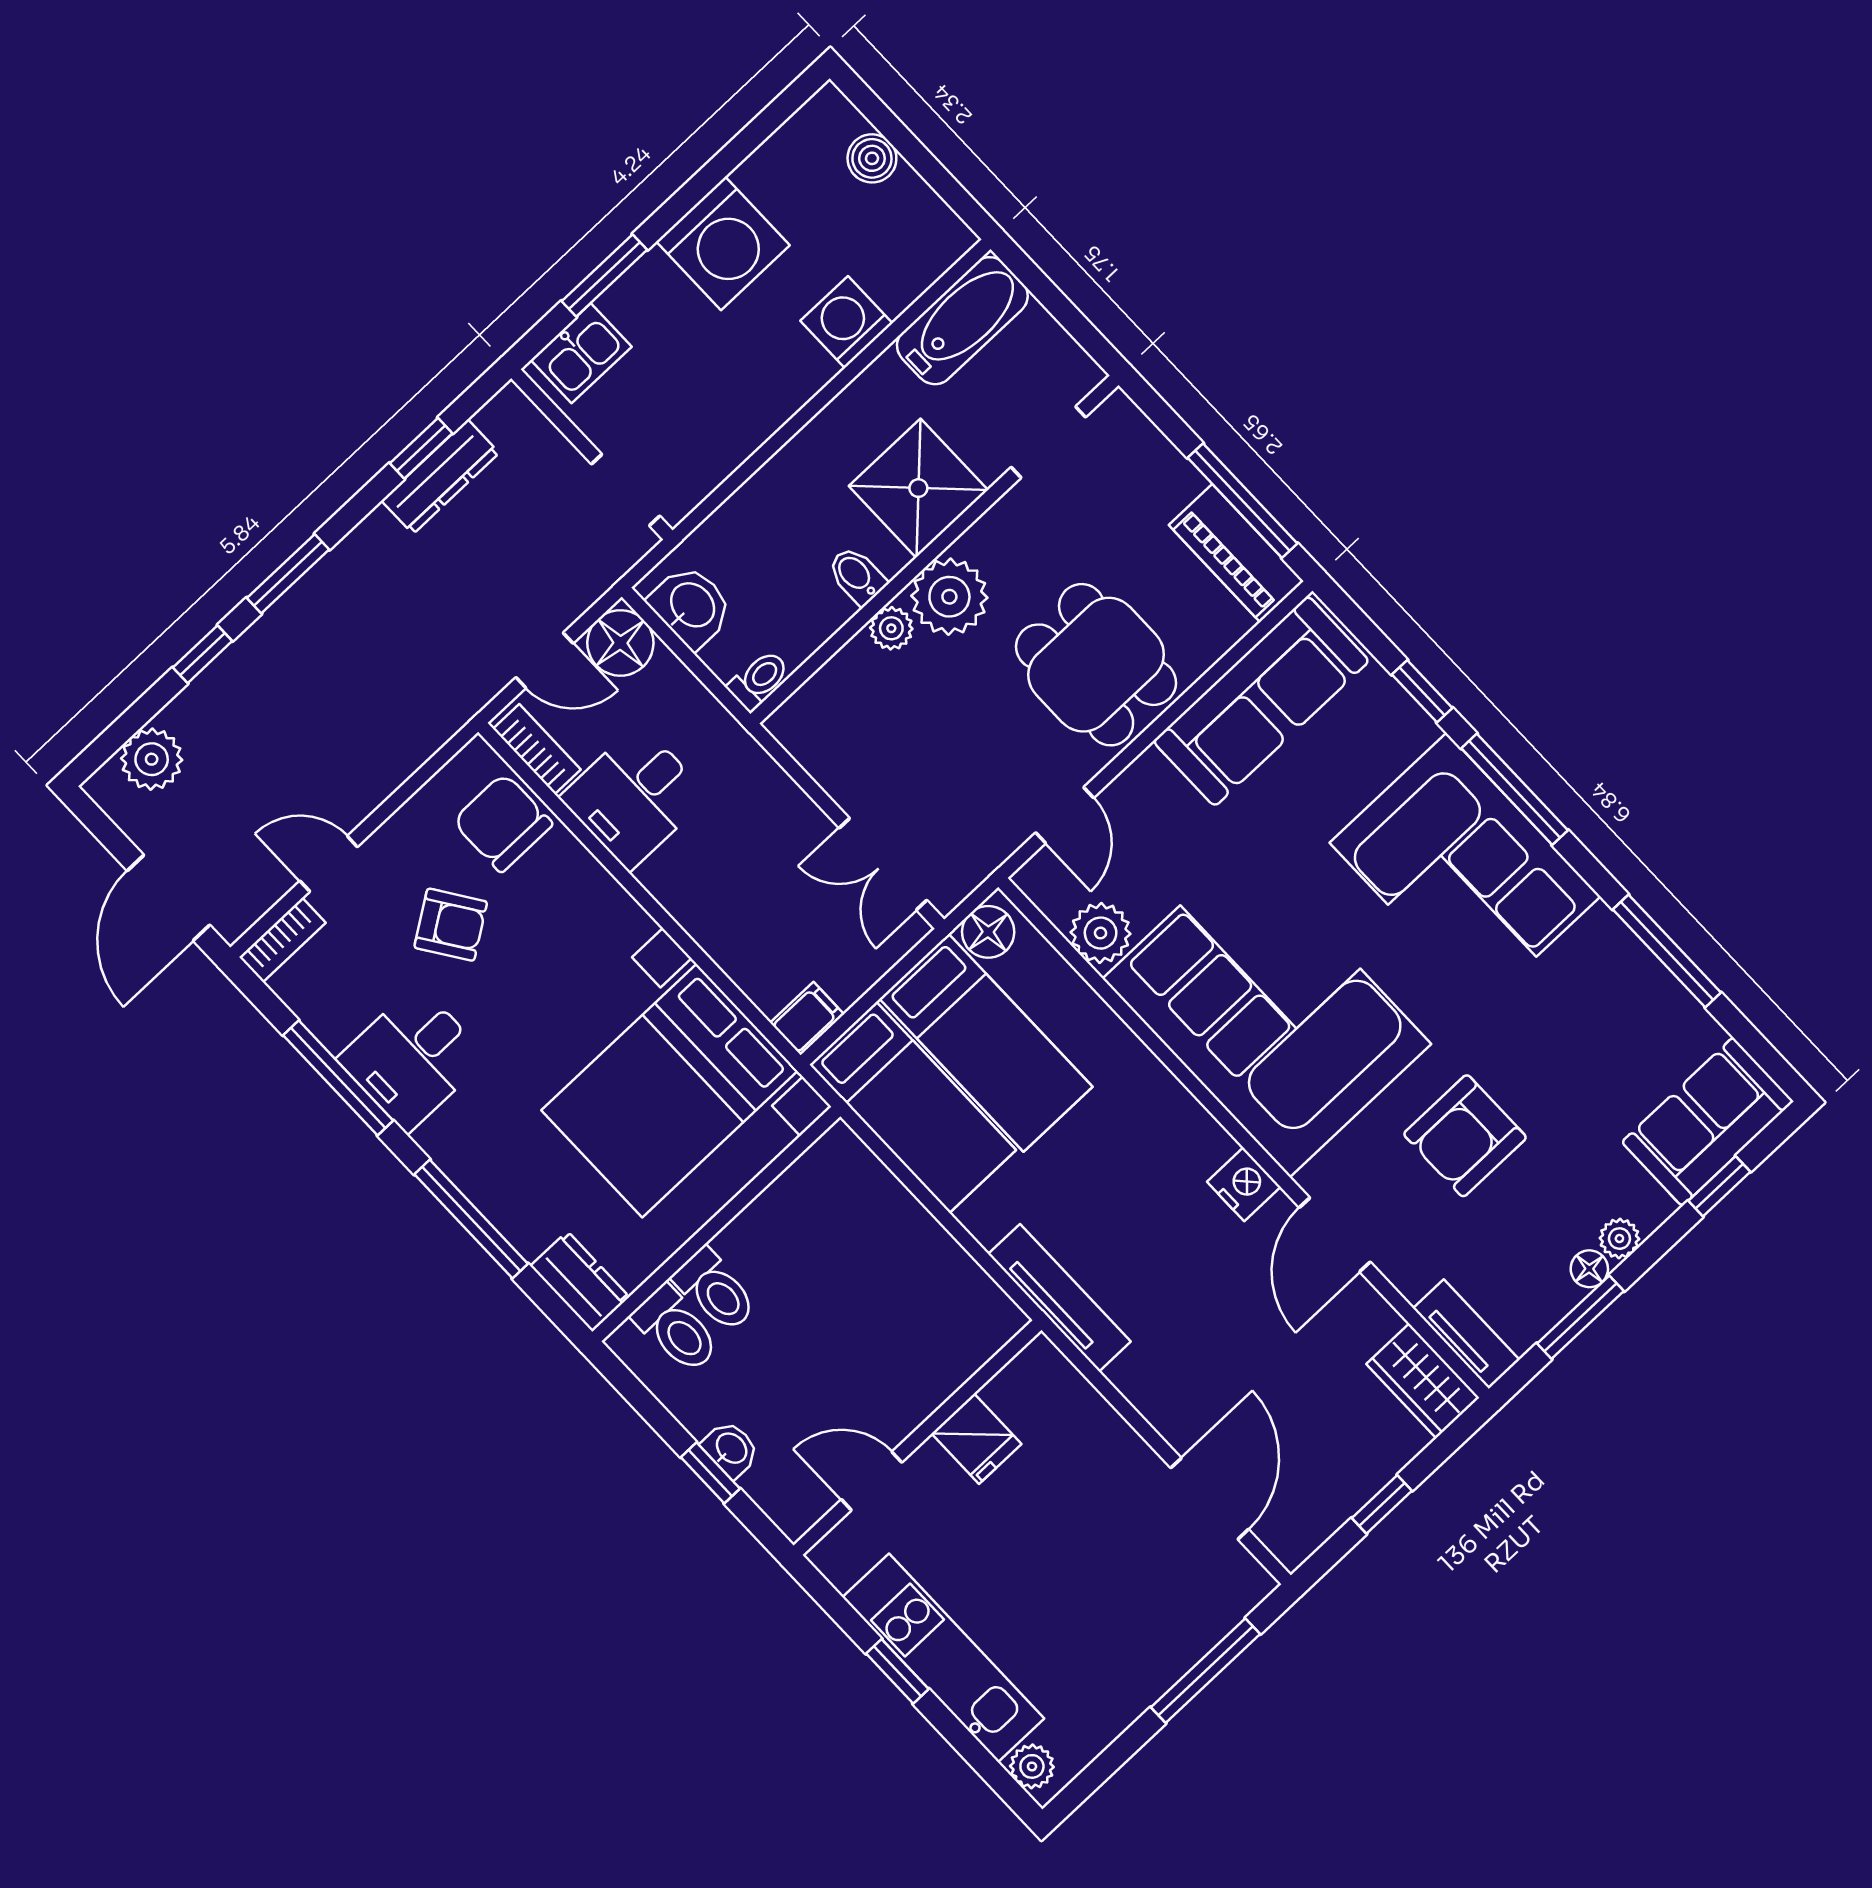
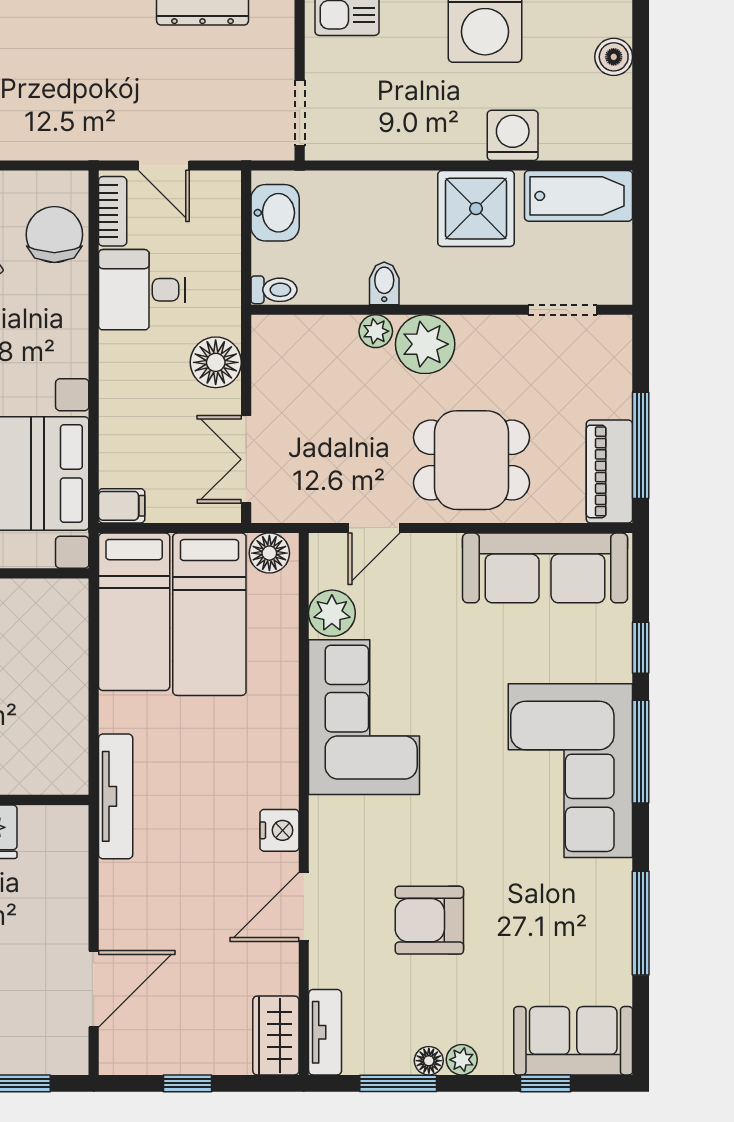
shower: (918, 488) -> (476, 209), moved
floor lamp: (620, 643) -> (216, 362), moved
dining table: (1096, 665) -> (472, 460), turned 90
corner sofa: (1267, 1011) -> (364, 717), width x0.73, depth x0.74

